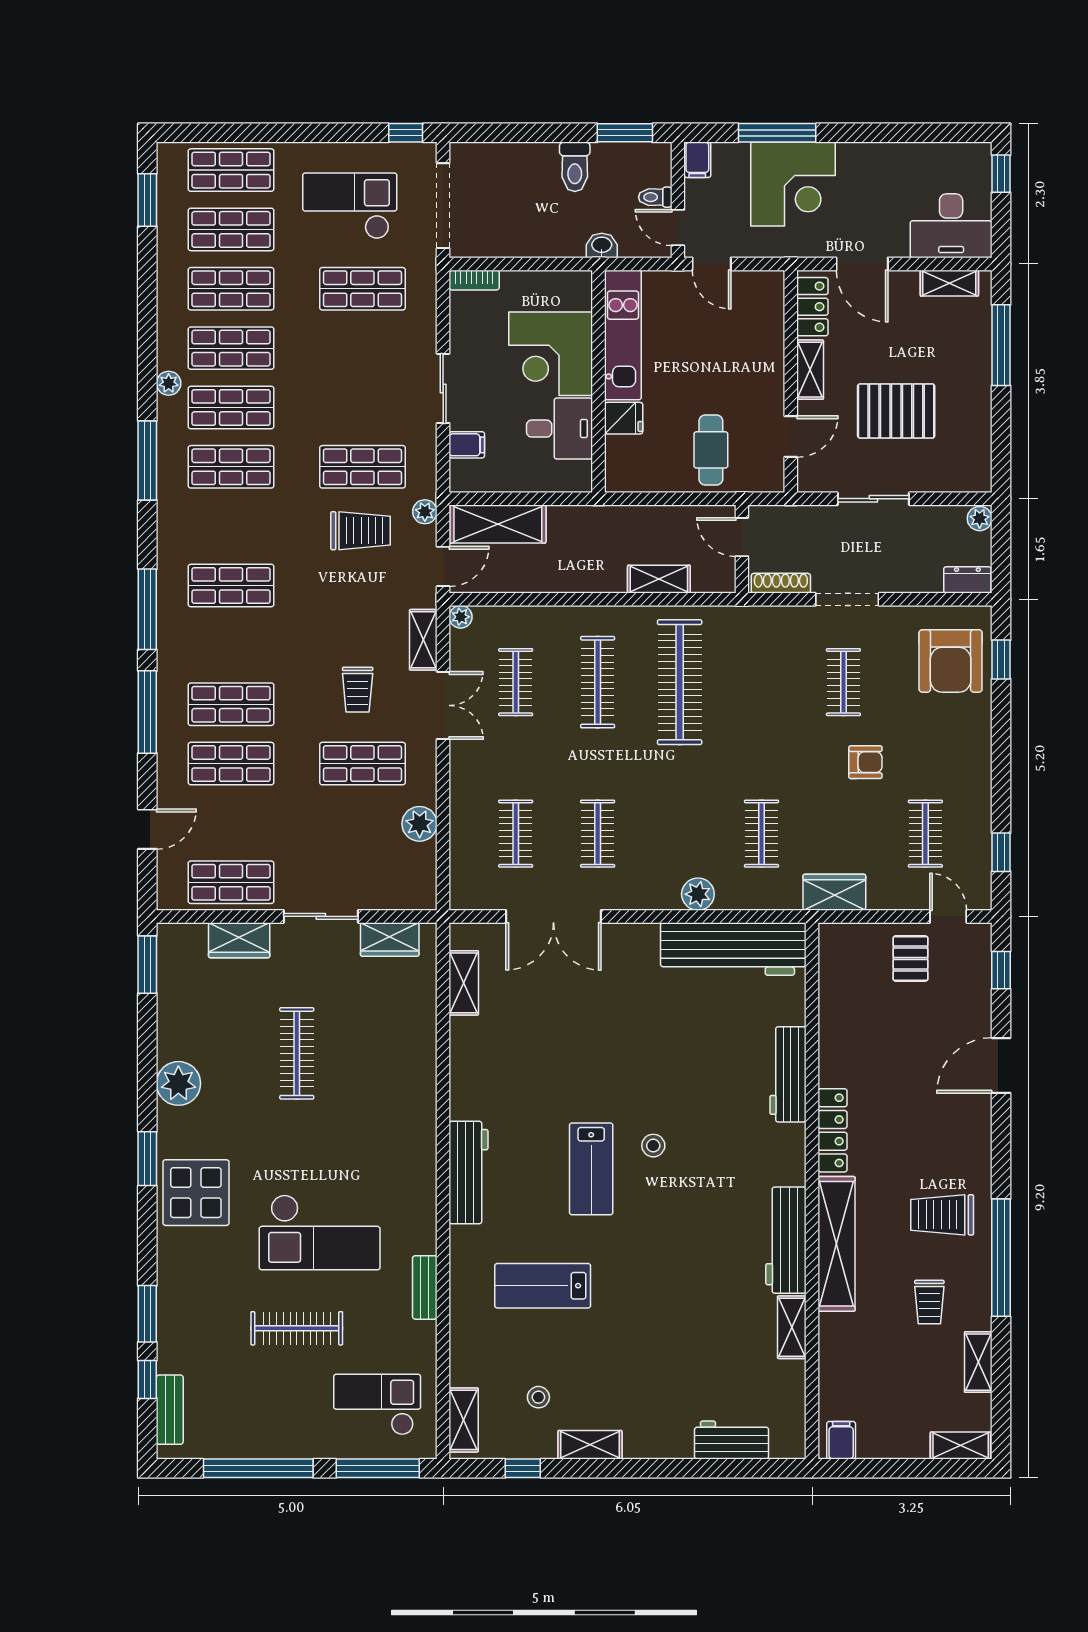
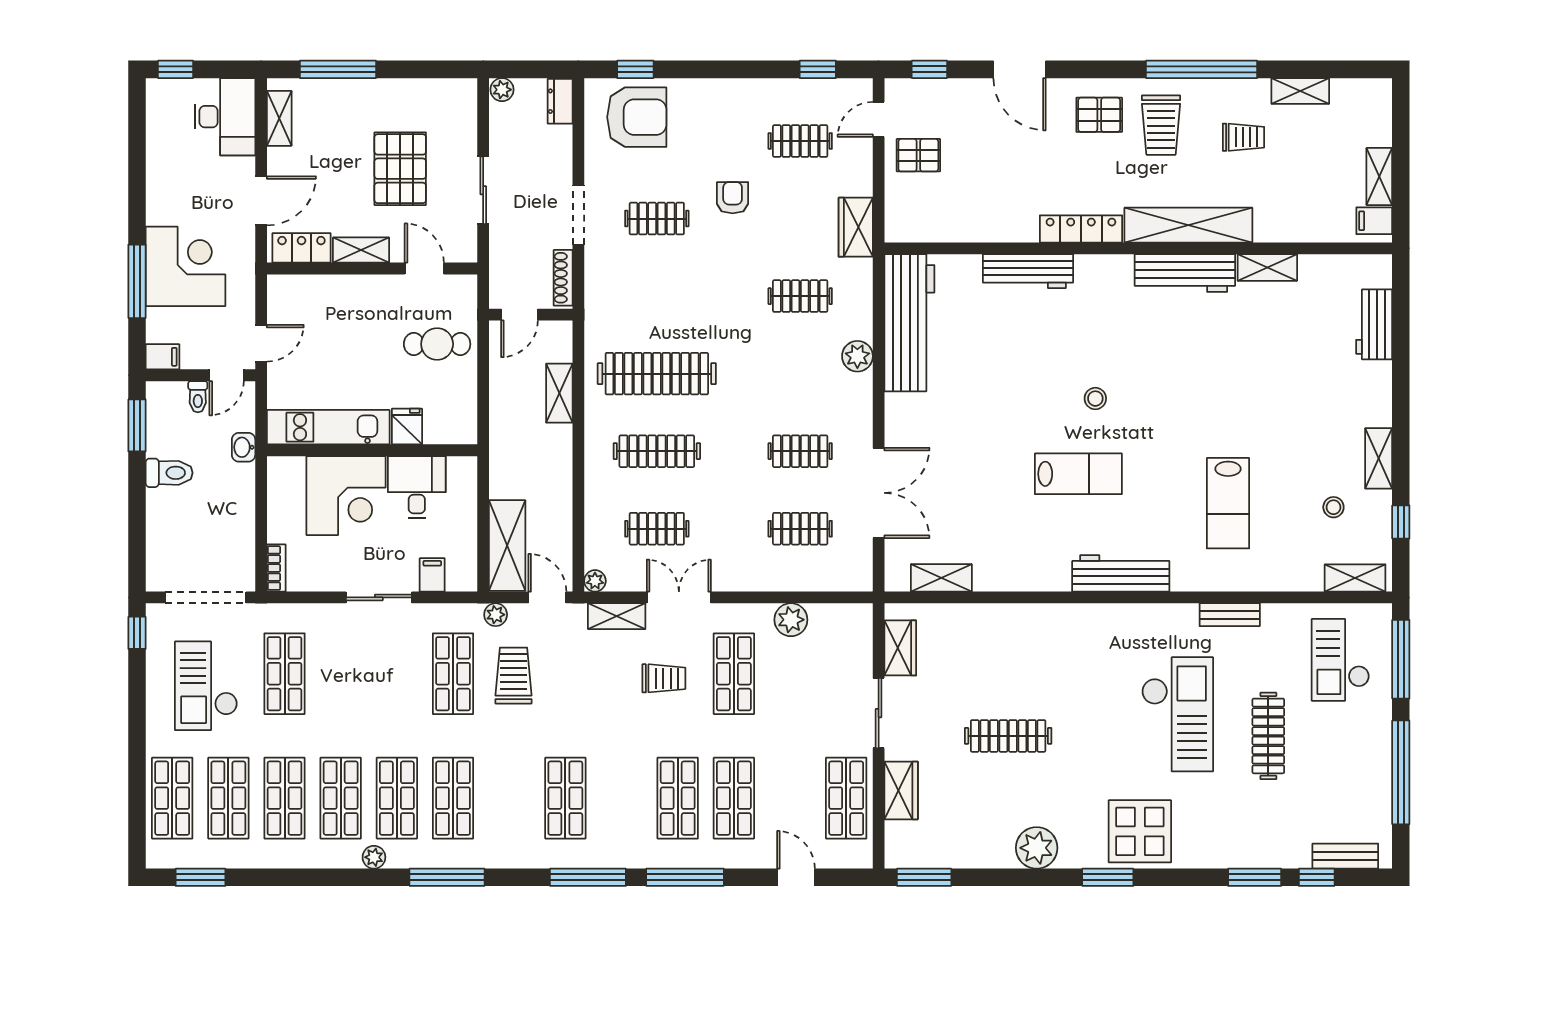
pallet: (953, 1150) -> (1099, 115), added
lab bench: (591, 1169) -> (1078, 474), moved
shelving: (961, 1446) -> (1379, 176), moved

